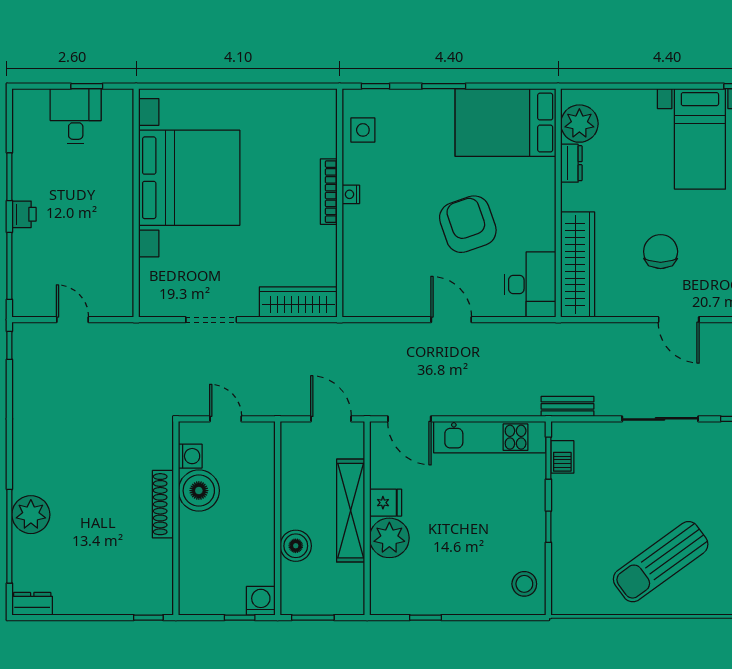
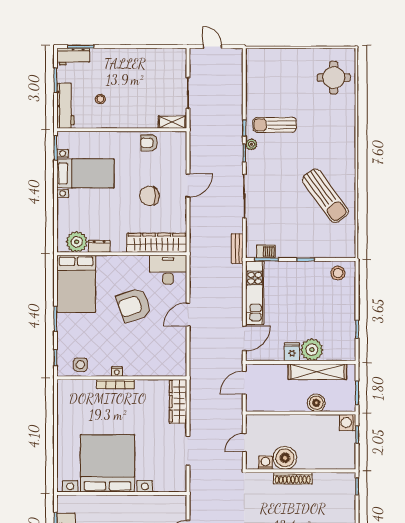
shelving: (351, 511) -> (317, 372), moved

